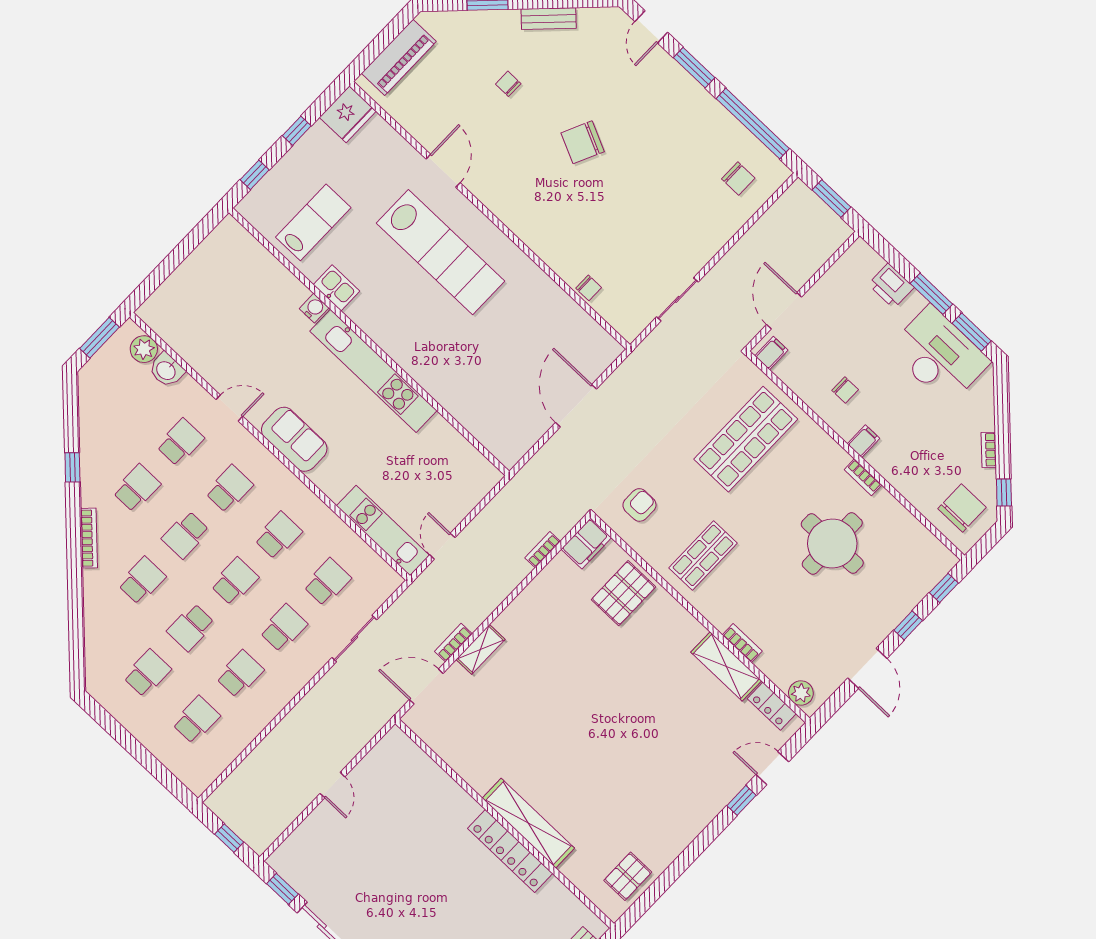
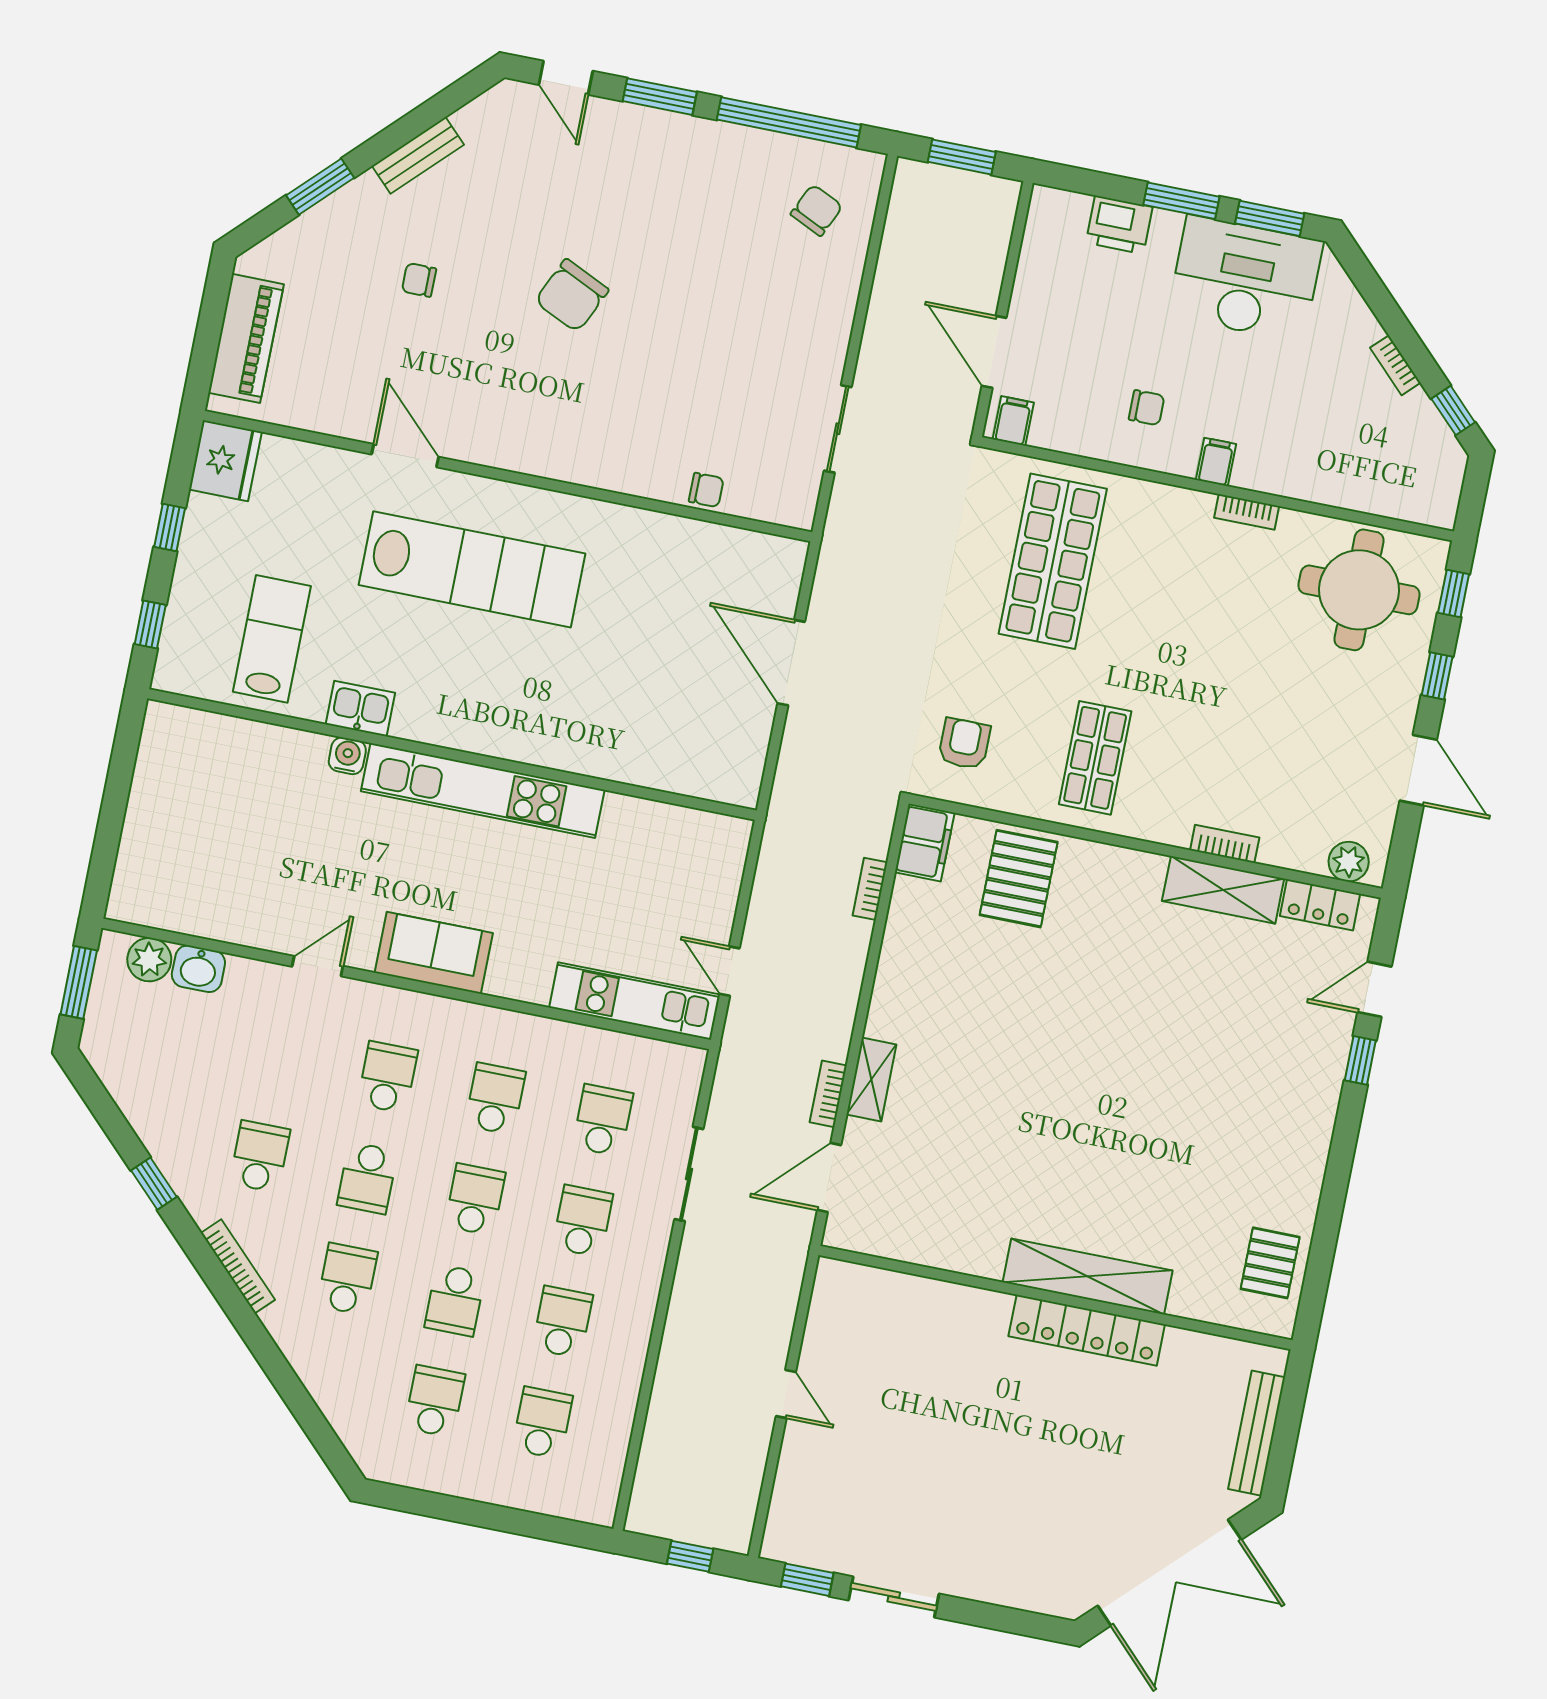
chair: (738, 178) -> (817, 210), turned -65
school desk: (180, 442) -> (280, 1056), removed
chair: (962, 508) -> (1409, 468), removed
round table: (832, 544) -> (1359, 590), moved

